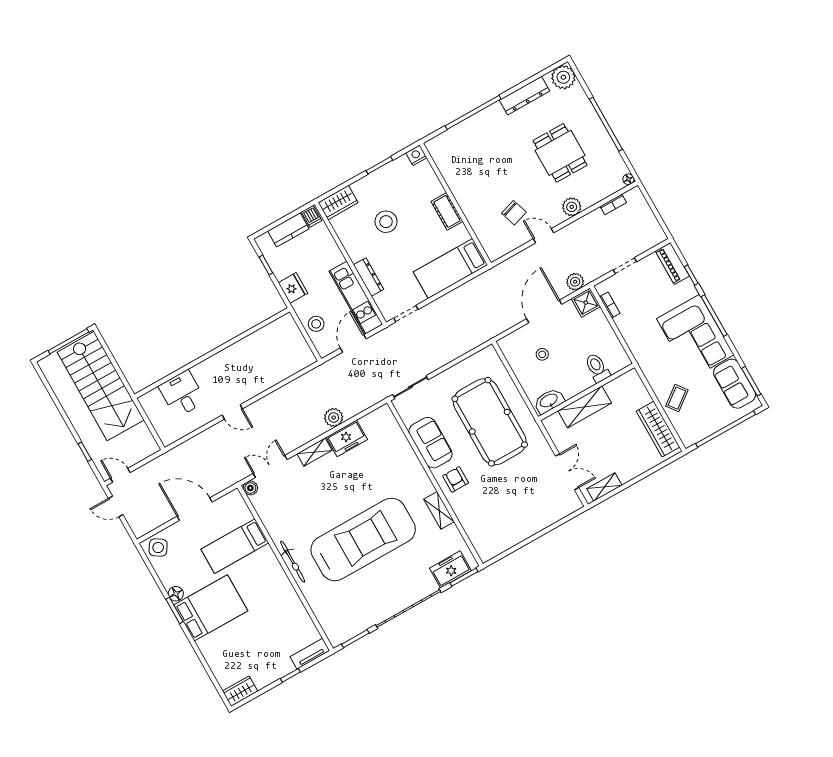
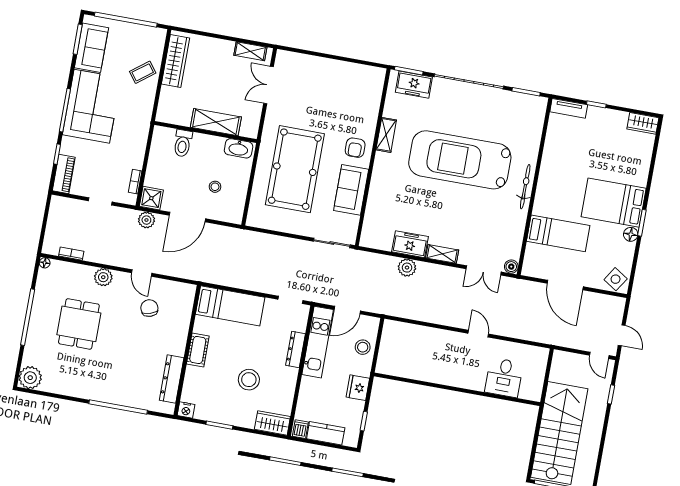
dresser: (524, 96) -> (172, 379), moved, turned -90

